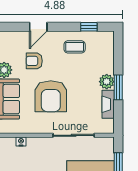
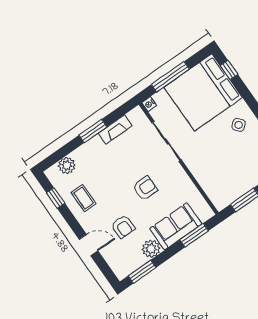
plant: (107, 82) -> (67, 165), moved
armchair: (51, 96) -> (145, 188), width x0.53, depth x0.53
nightstand: (21, 142) -> (149, 104), moved

